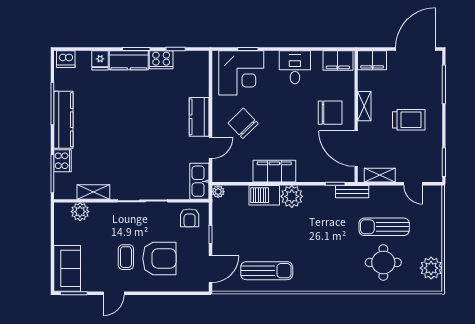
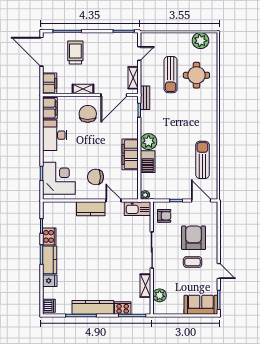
desk: (295, 67) -> (55, 135), width x1.37
trolley: (409, 120) -> (75, 53), moved
chair: (243, 123) -> (95, 177), turned 44

